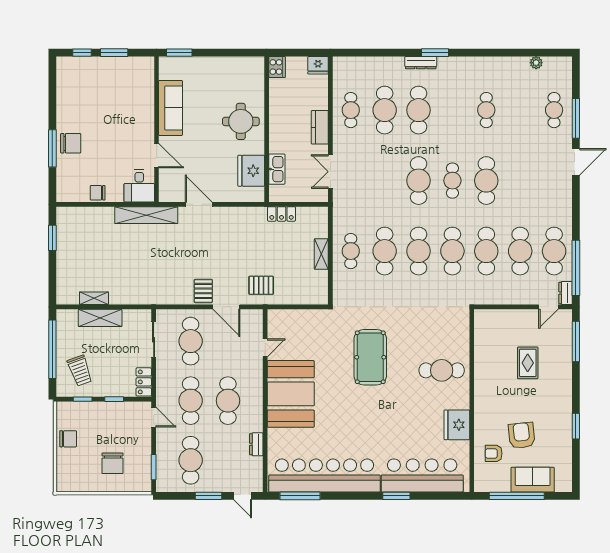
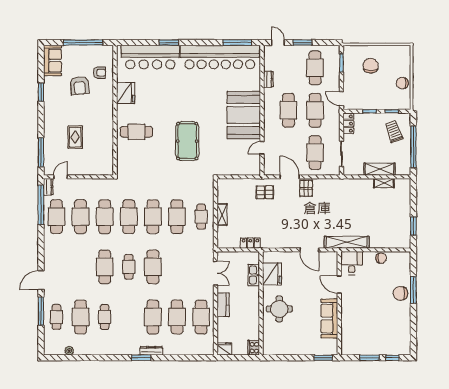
cafe table: (351, 110) -> (201, 317), width x1.37, depth x1.35
cafe table: (520, 110) -> (81, 317), added
sofa: (533, 480) -> (52, 61), moved, turned -90

